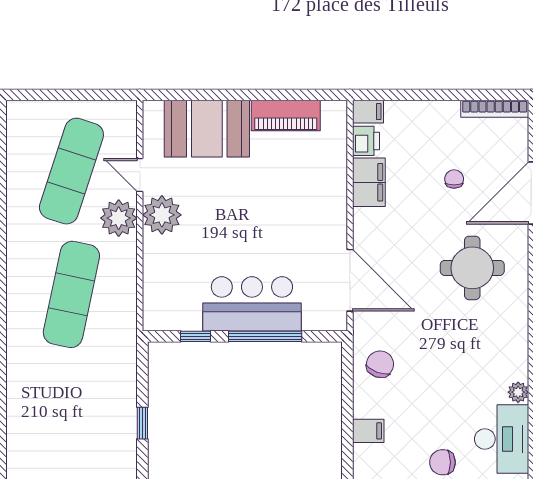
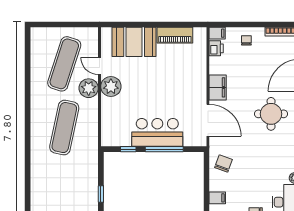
chair: (454, 179) -> (246, 40), moved
filing cabinet: (369, 182) -> (218, 87), moved

